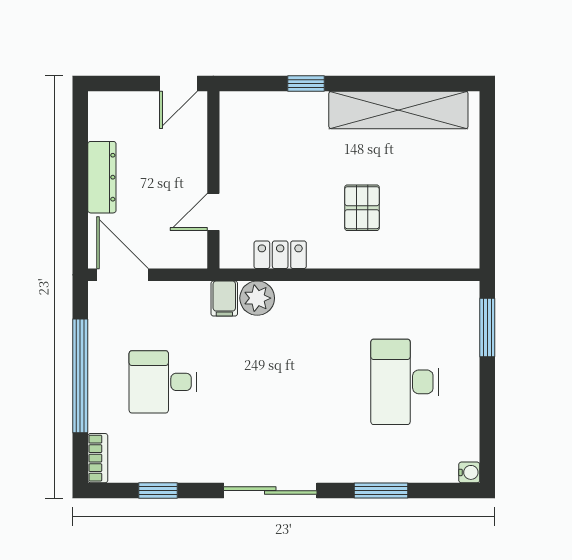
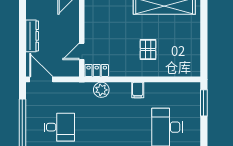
locker: (280, 255) -> (97, 70), moved
filing cabinet: (224, 299) -> (138, 90), moved
desk: (163, 382) -> (59, 127), turned 180

